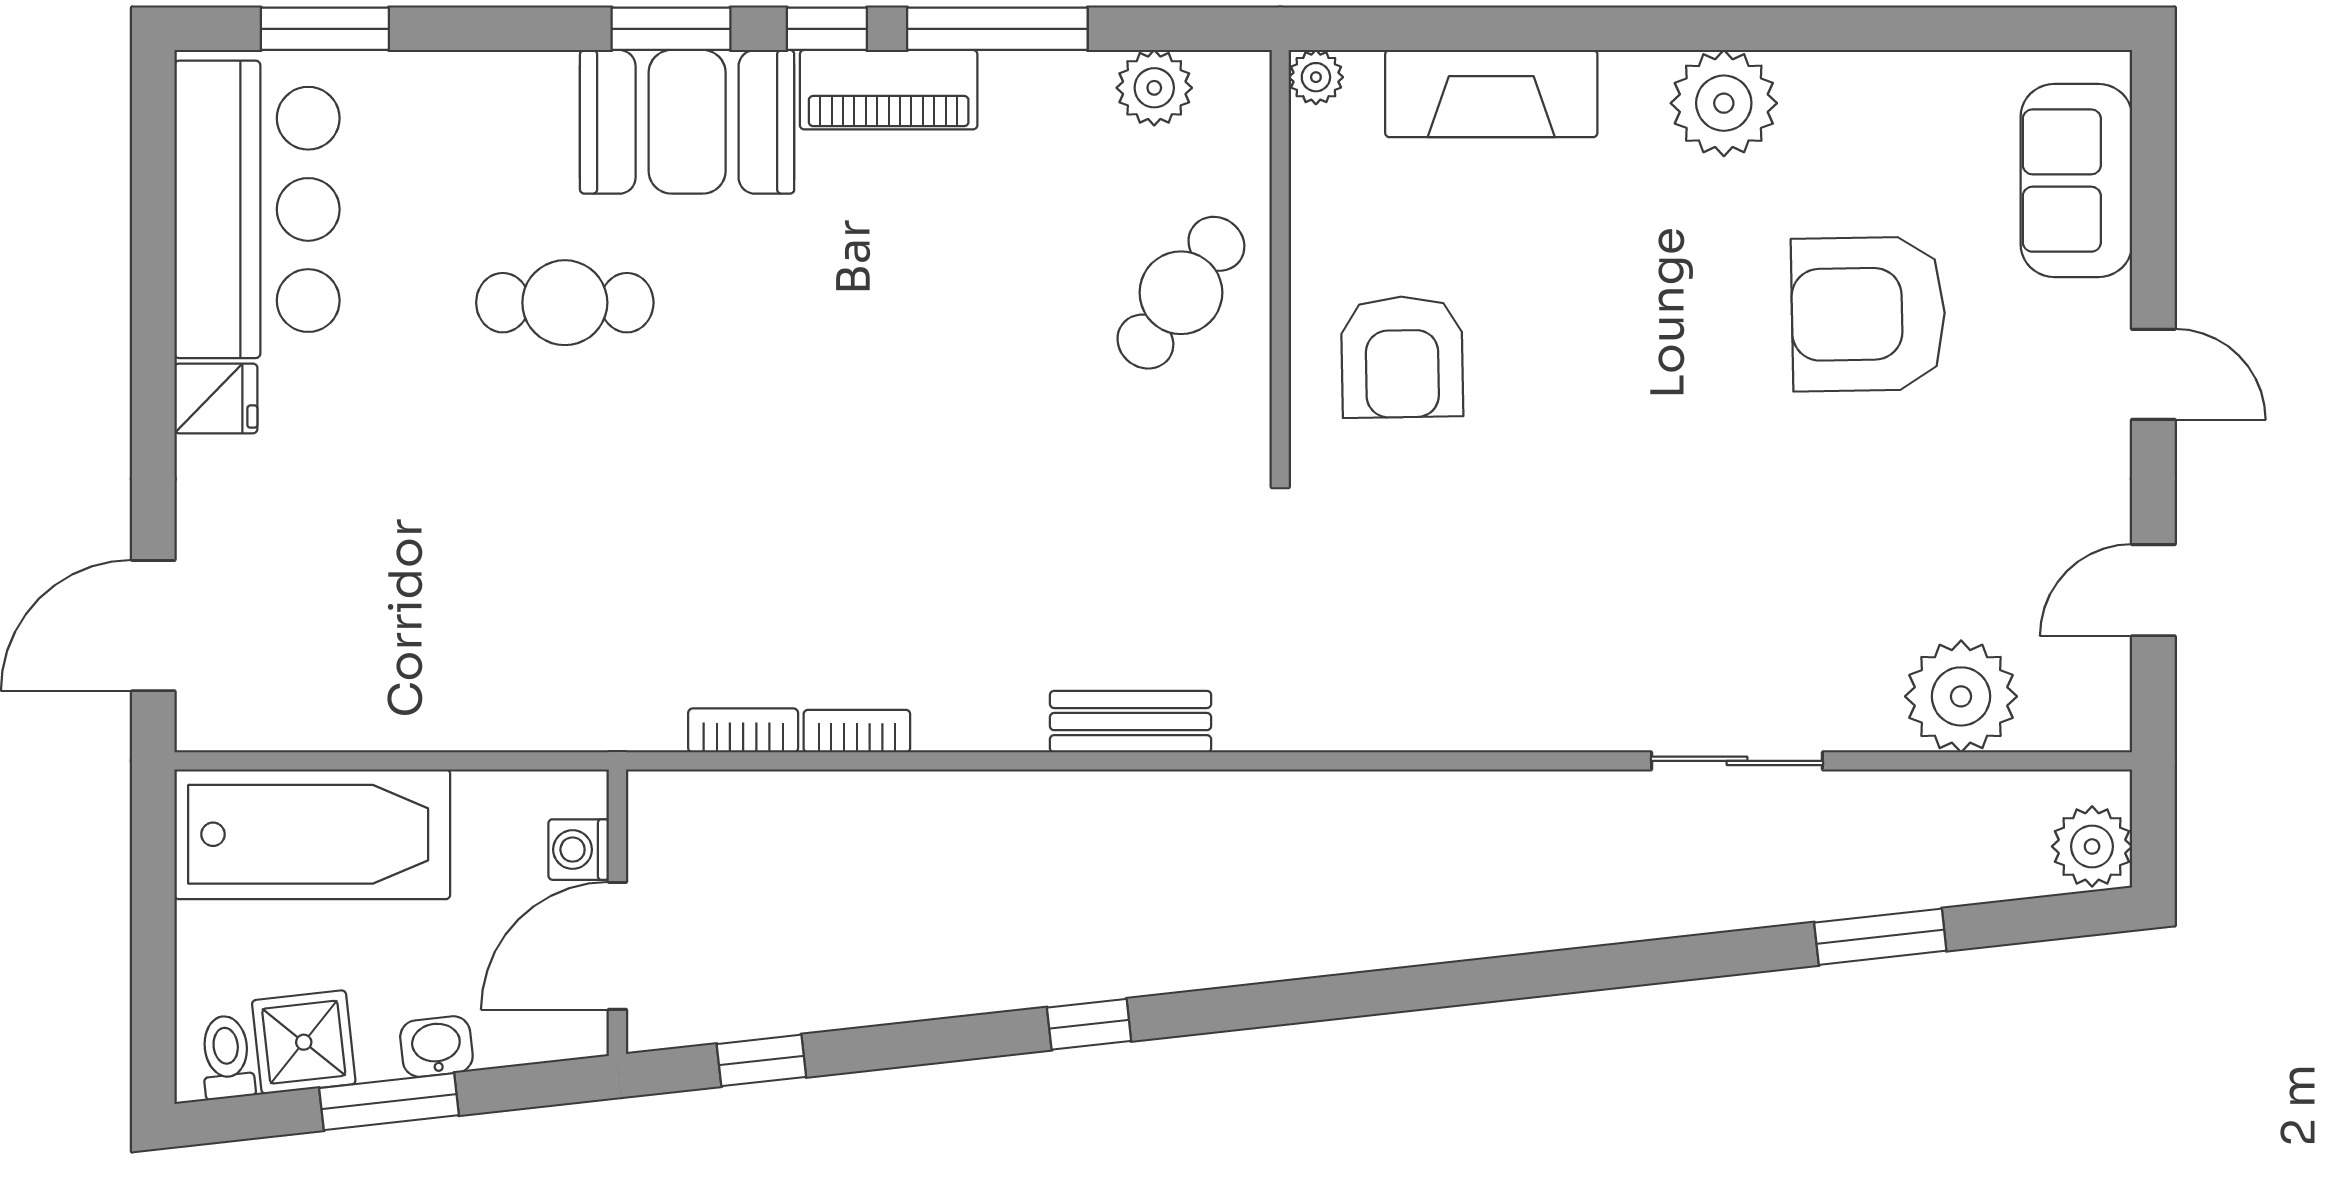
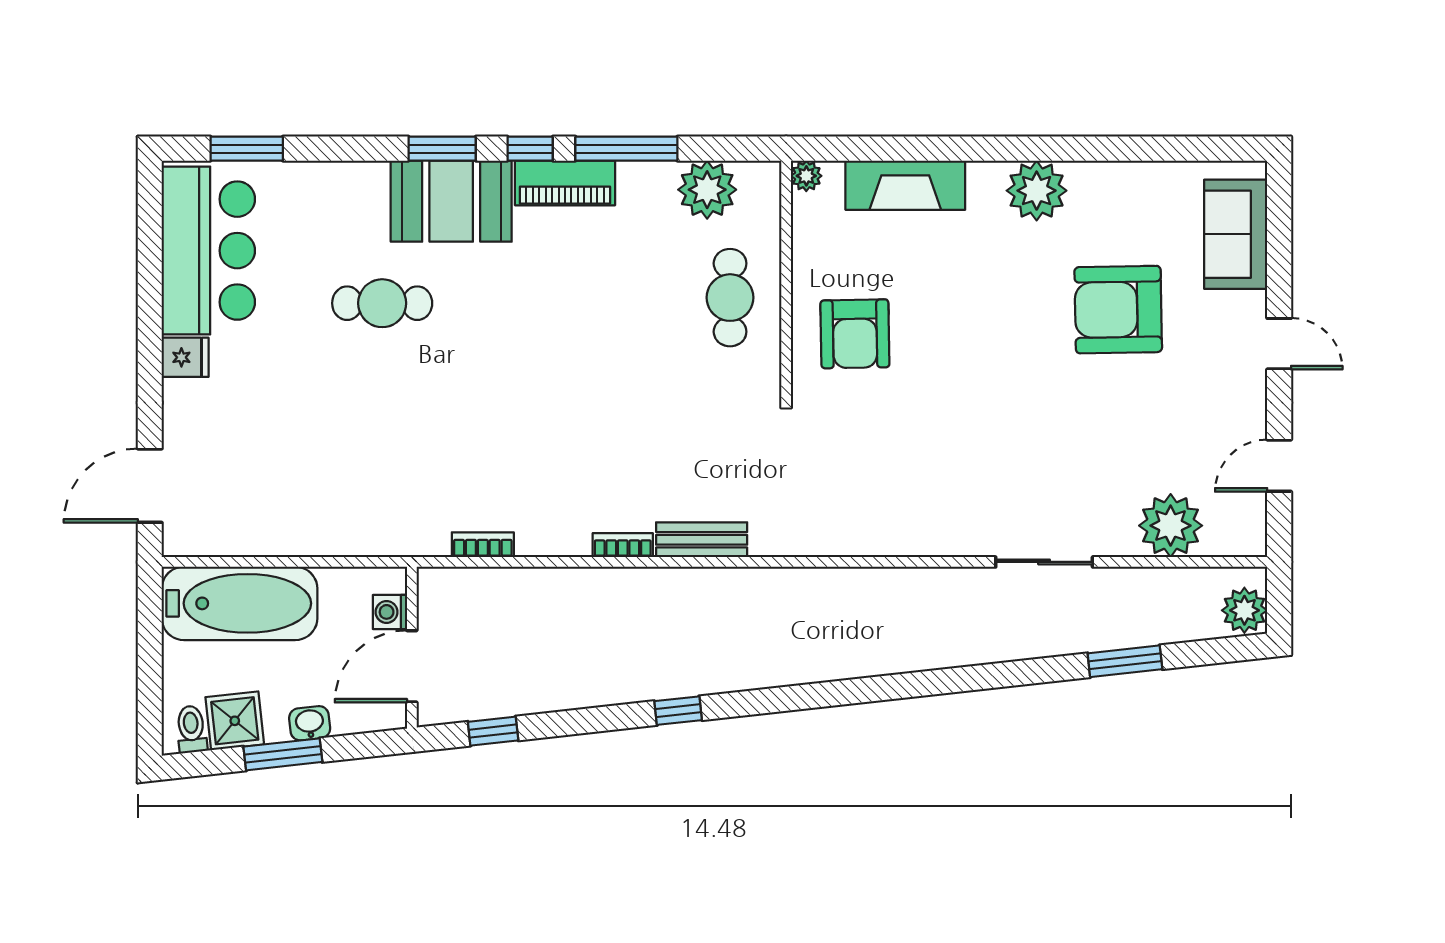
plant: (1154, 88) -> (707, 190), width x1.36, depth x1.36
cafe table: (1181, 293) -> (730, 298), turned -36
bookcase: (857, 731) -> (623, 545), moved

